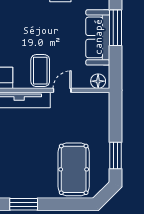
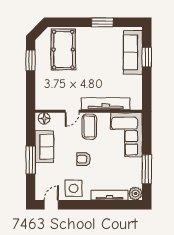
armchair: (47, 29) -> (84, 159), added
sofa: (98, 37) -> (44, 147), width x0.73

